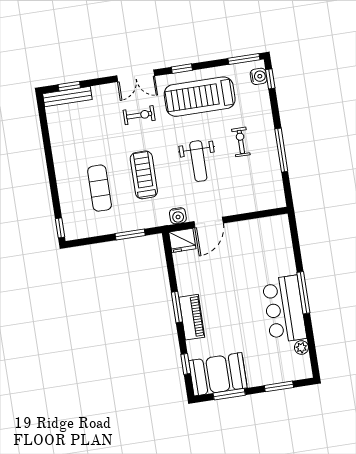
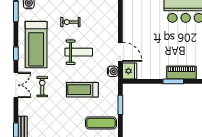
exercise mat: (100, 188) -> (101, 123), moved

